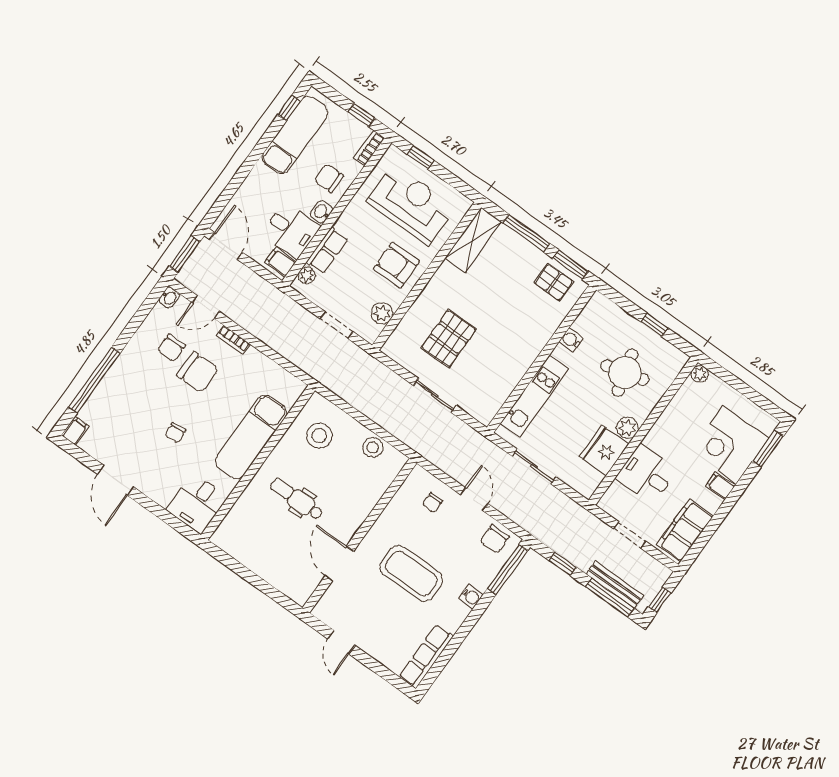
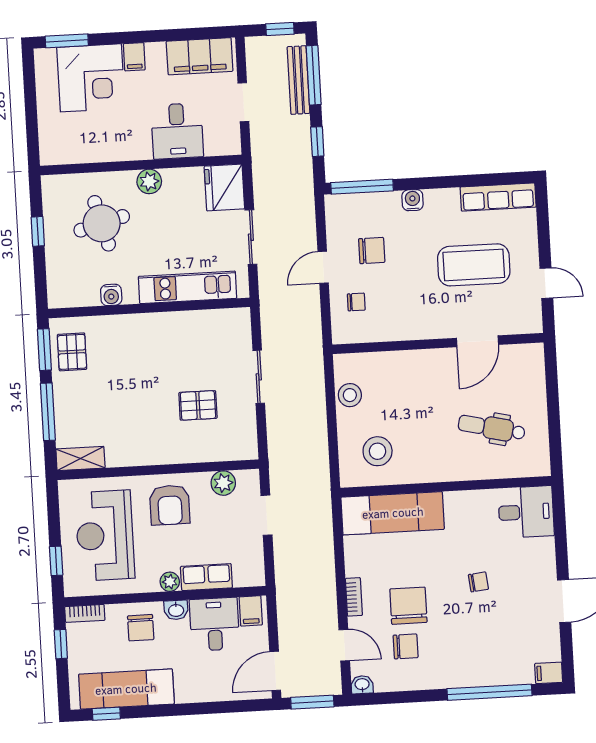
shelving: (473, 240) -> (80, 458), width x0.67, depth x0.75
plant: (307, 275) -> (170, 582), moved
pallet: (449, 339) -> (198, 405), width x0.67, depth x0.71
plant: (700, 374) -> (49, 156), removed
exam couch: (251, 437) -> (393, 513), moved
fridge: (604, 450) -> (224, 187), moved, turned 90
dental chair: (297, 499) -> (492, 428), moved, turned 103
chair: (495, 539) -> (372, 251), moved
coffee table: (411, 573) -> (474, 265), moved, turned 90
door: (341, 642) -> (546, 283), hinge flipped

